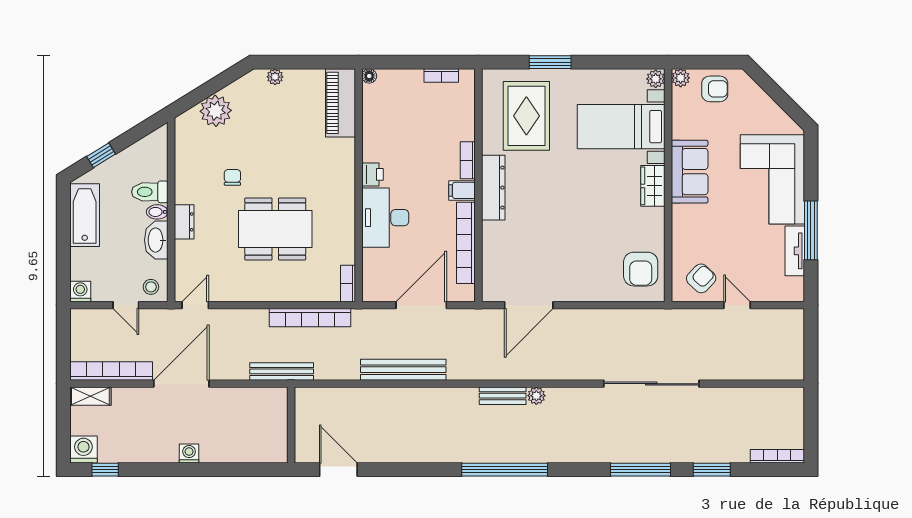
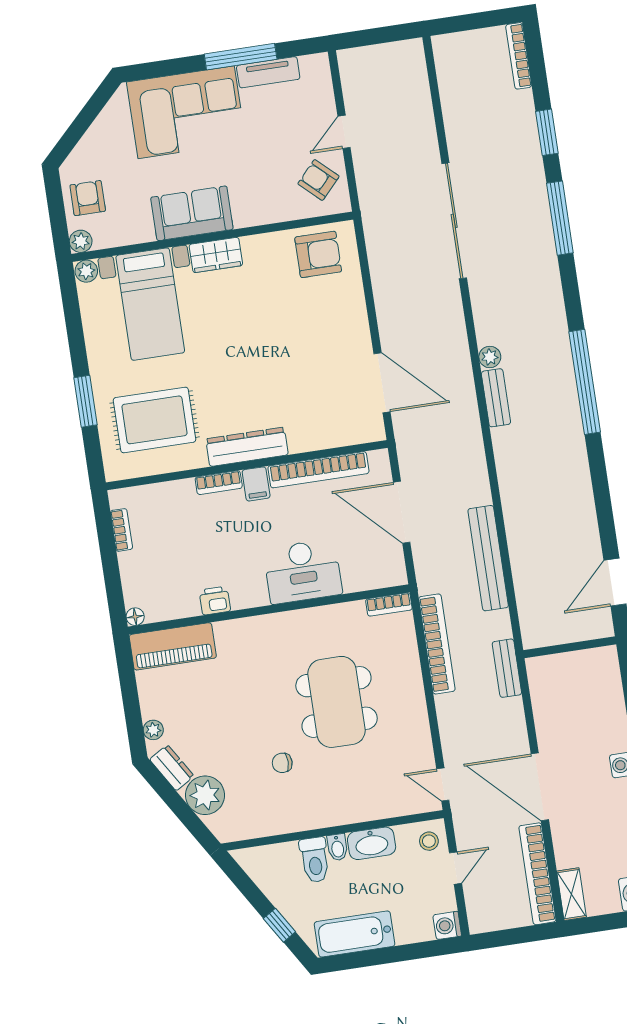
printer: (372, 174) -> (215, 601), moved
dresser: (184, 222) -> (172, 768), moved, turned 58
bench: (403, 370) -> (488, 558), moved
bench: (282, 371) -> (507, 668), width x0.73

